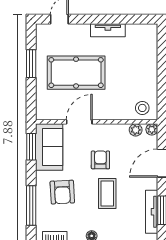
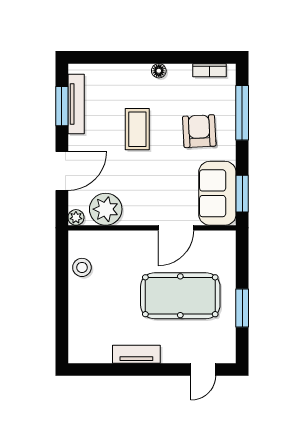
stool: (142, 108) -> (82, 267), moved
plant: (136, 130) -> (106, 209), width x1.88, depth x1.88
armchair: (100, 160) -> (147, 175), removed

